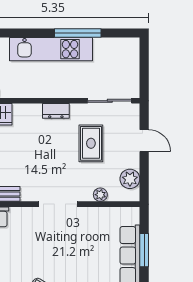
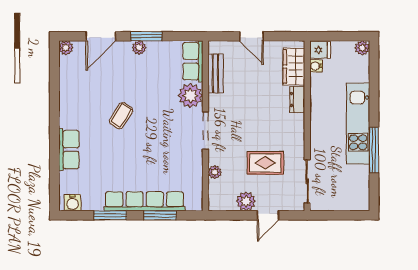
dresser: (56, 111) -> (297, 100), moved
plant: (130, 179) -> (246, 201), moved
plant: (23, 219) -> (190, 96), added

